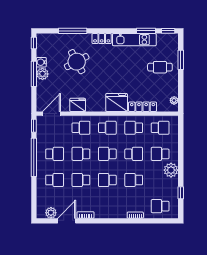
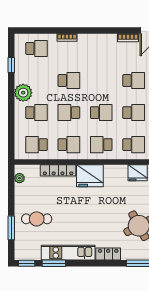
school desk: (81, 128) -> (134, 145), turned 180
school desk: (107, 180) -> (101, 81), removed

